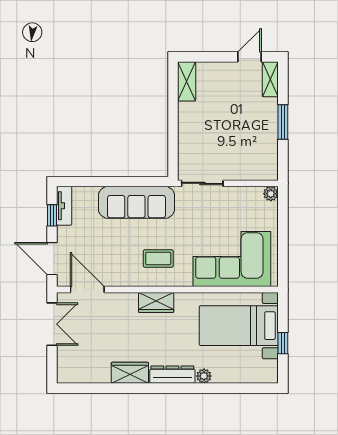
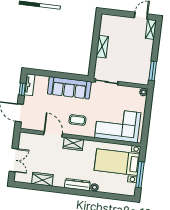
shelving: (187, 81) -> (102, 47), moved
window: (283, 122) -> (153, 71), moved
door: (87, 290) -> (53, 134), moved
double door: (52, 324) -> (14, 160), moved
window: (283, 343) -> (140, 175), width x2.17
wardrobe: (130, 373) -> (42, 179), moved

